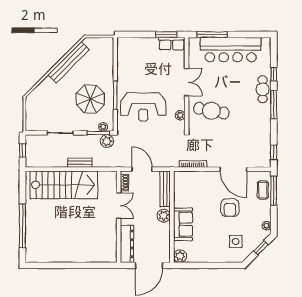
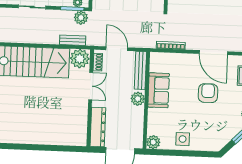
bench: (80, 163) -> (73, 40), moved
plant: (107, 180) -> (80, 59), added
armchair: (230, 208) -> (208, 93), turned 180
sofa: (183, 224) -> (159, 90), moved
side table: (236, 242) -> (183, 139), moved

